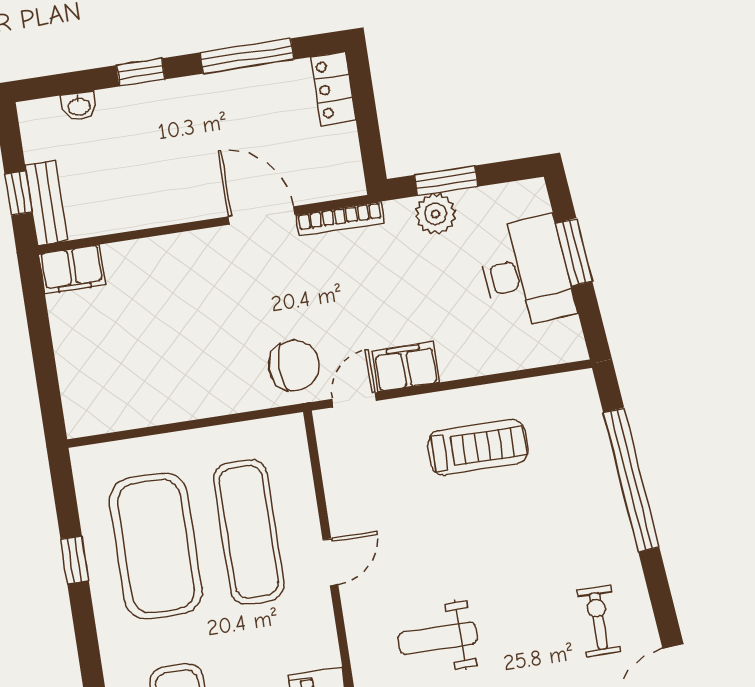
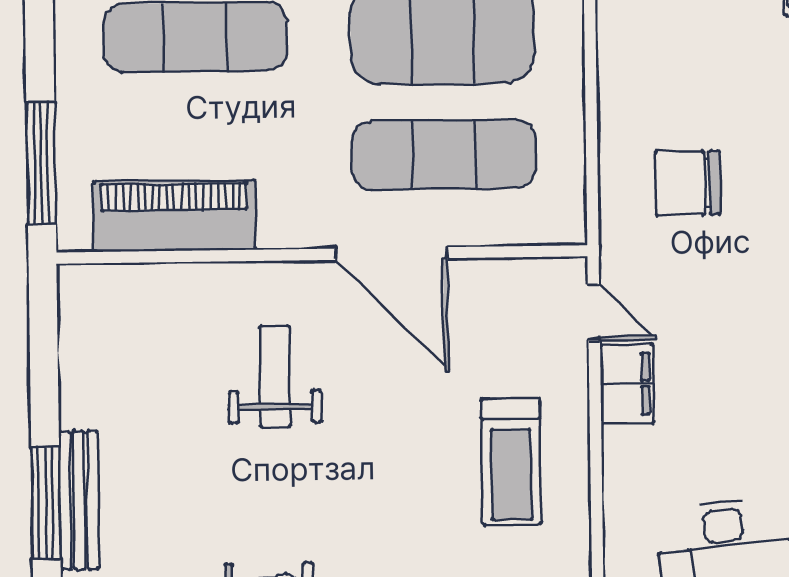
chair: (294, 365) -> (688, 183), moved, turned 90
door: (330, 562) -> (391, 253), width x1.88

